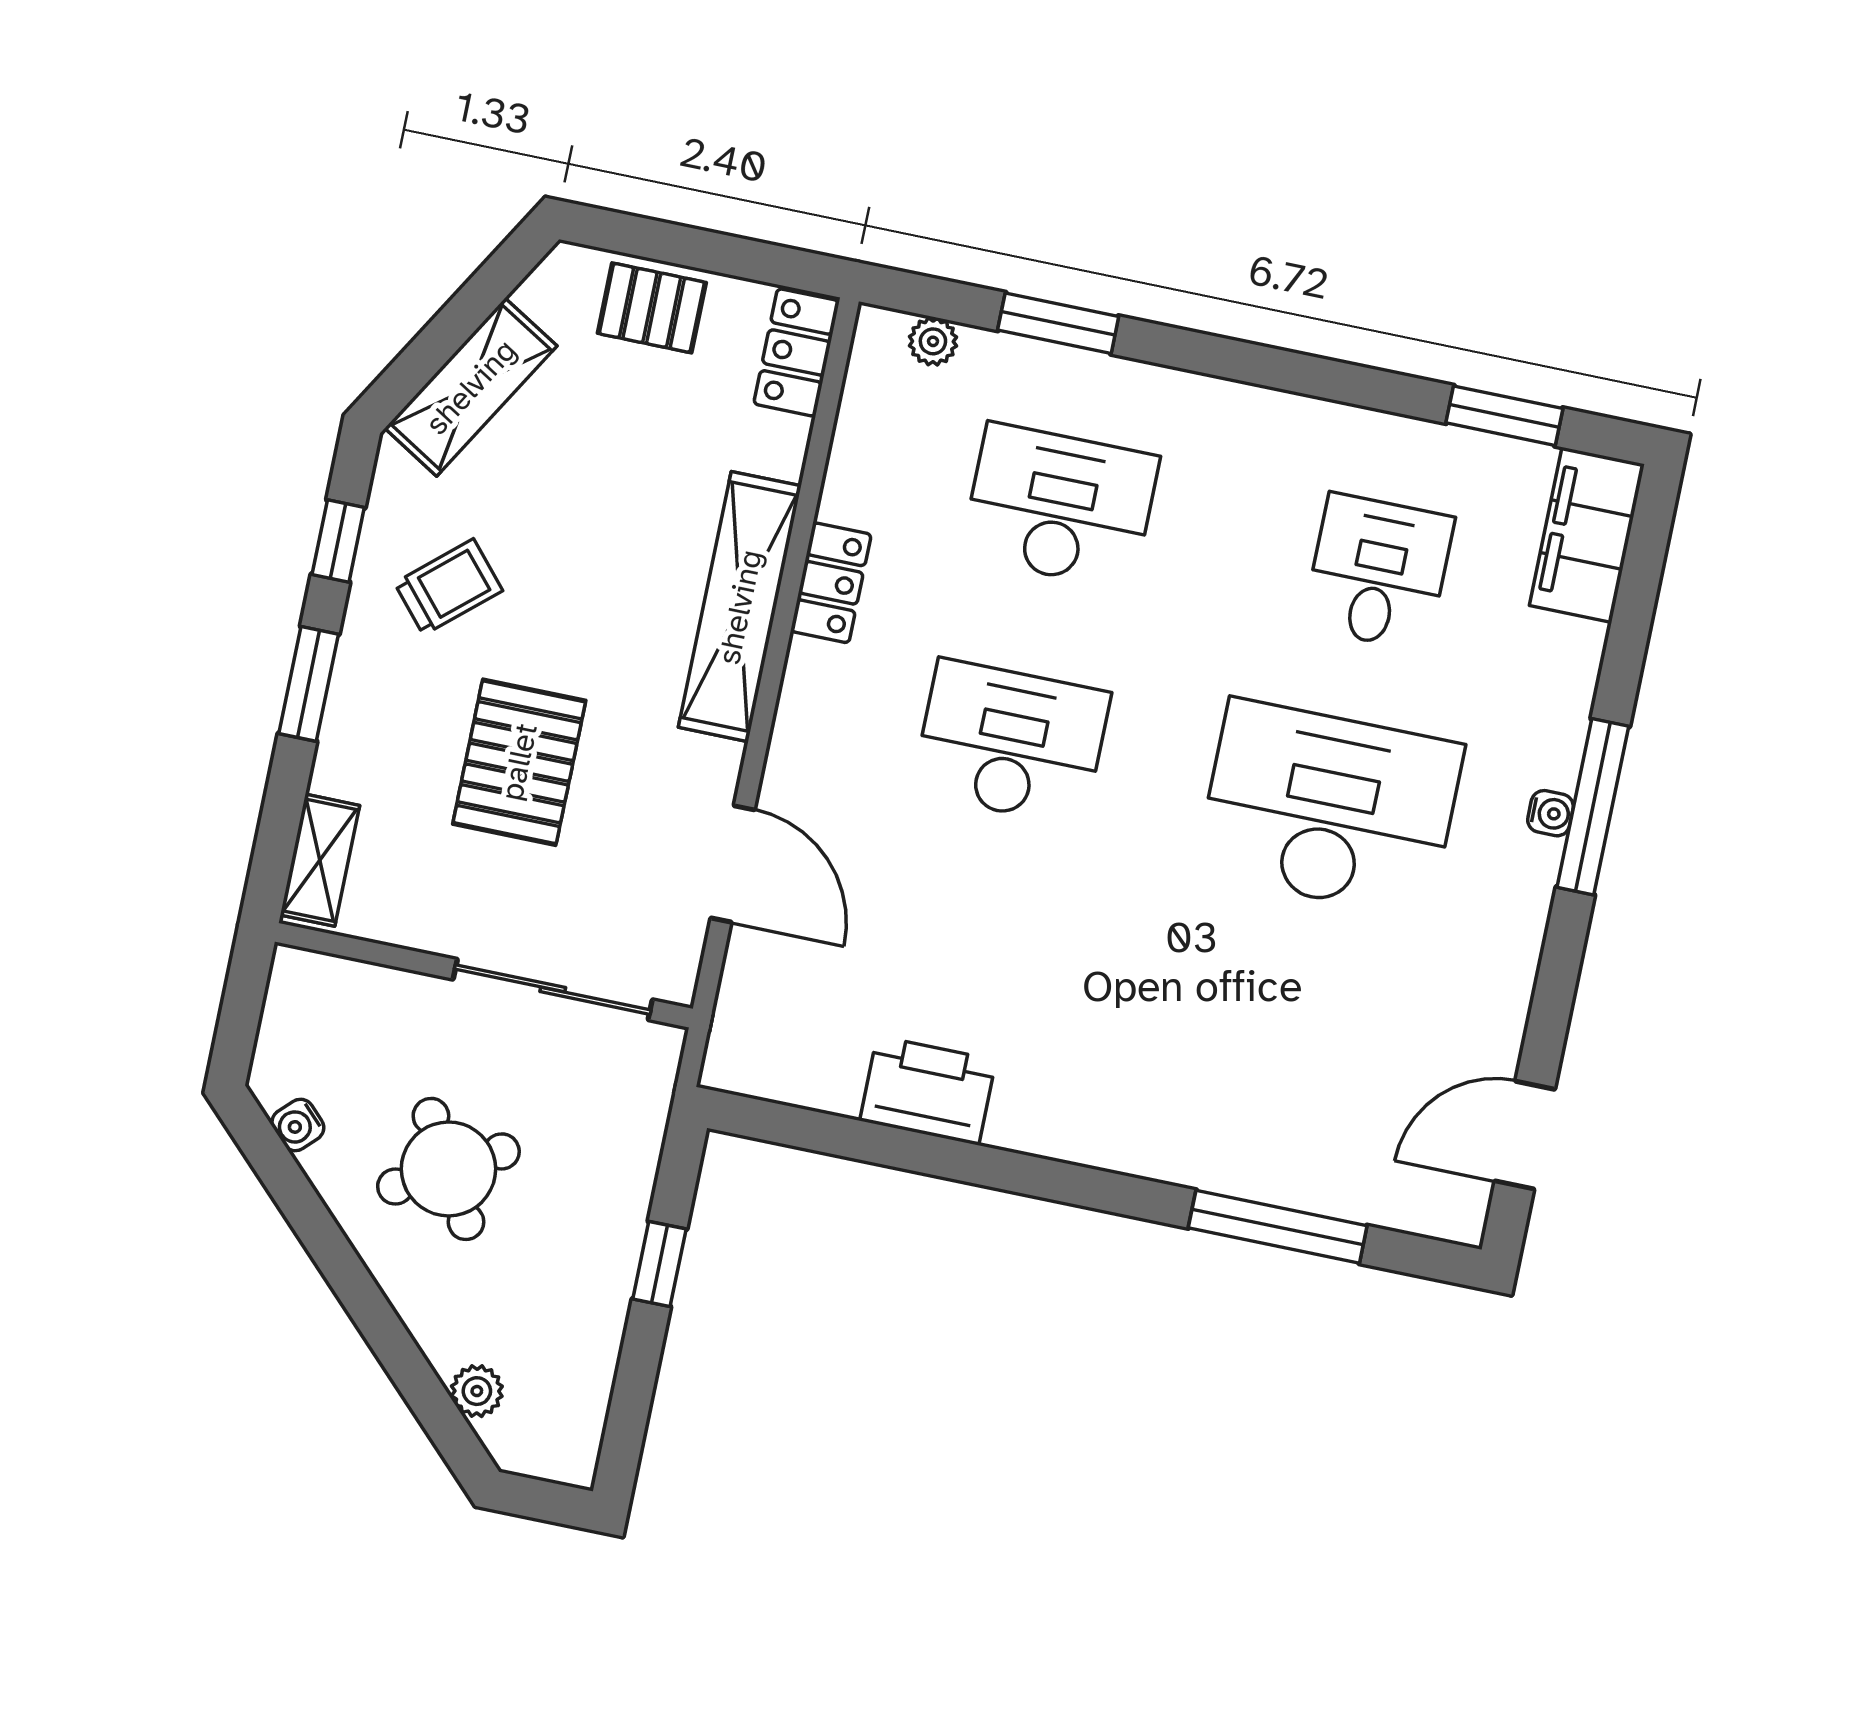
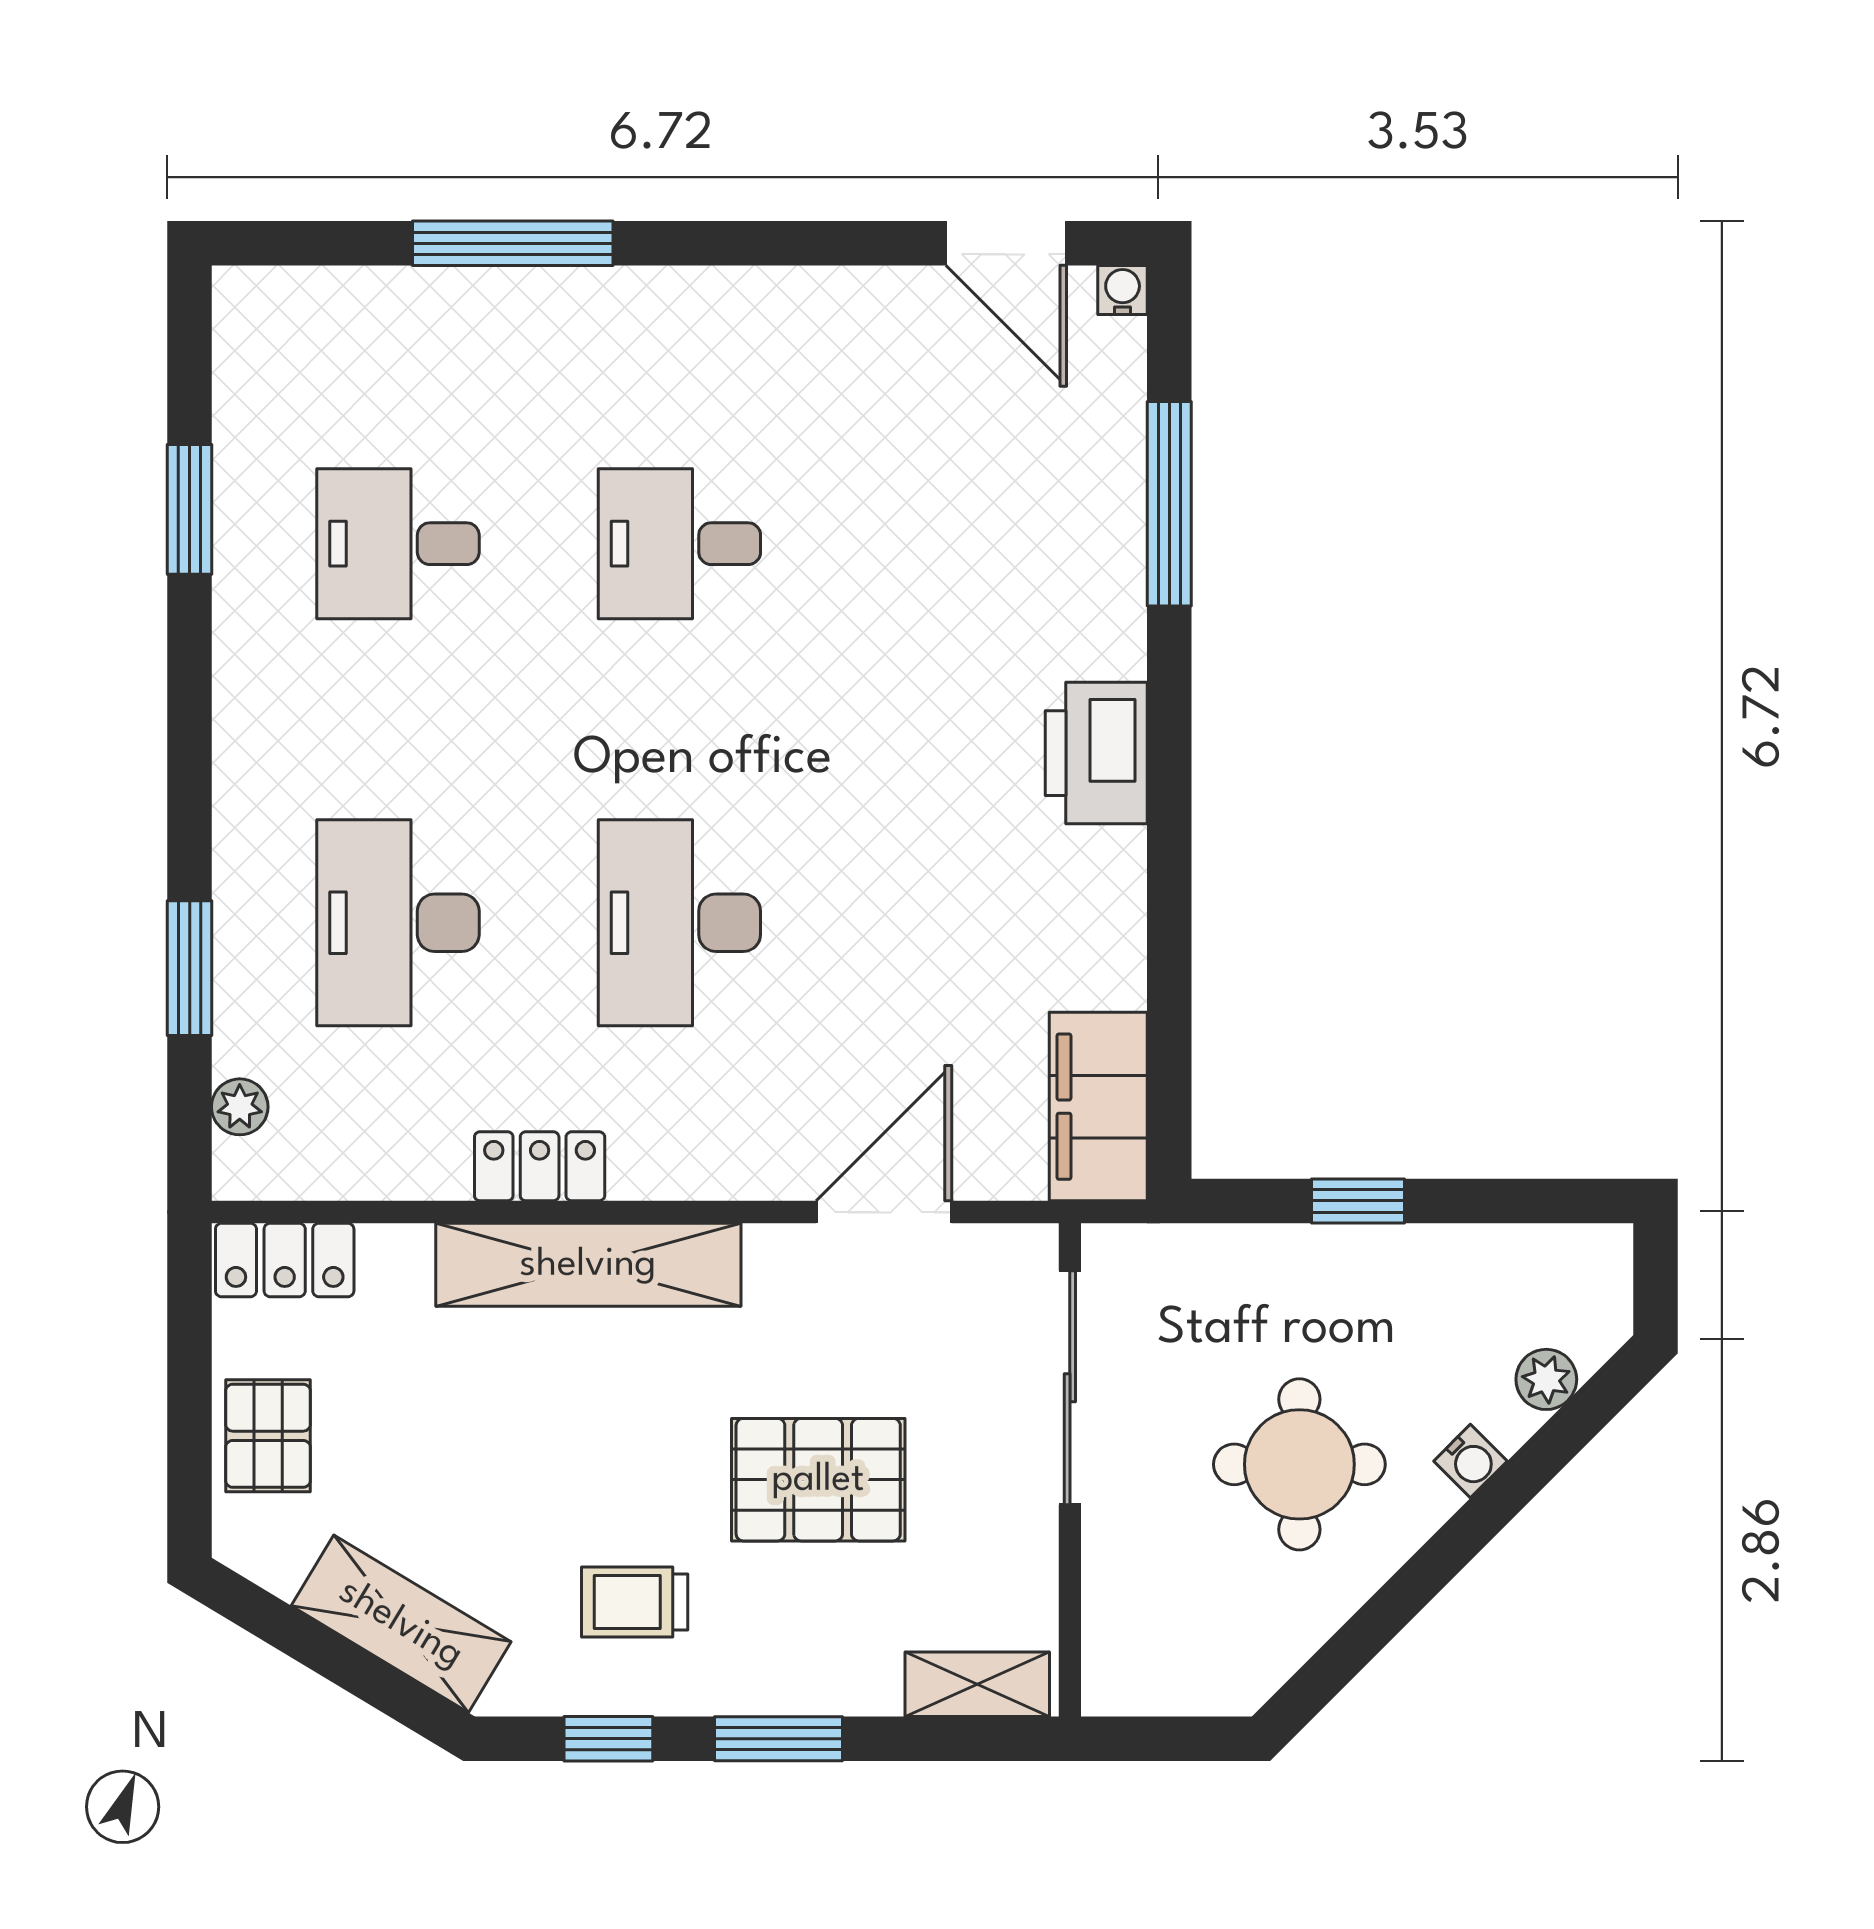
window: (1504, 416) -> (190, 509), moved
filing cabinet: (1587, 535) -> (1098, 1107), moved, turned 90
trolley: (449, 587) -> (635, 1602), turned -49
window: (1593, 807) -> (513, 243), moved
desk: (1329, 808) -> (679, 544), width x0.53, depth x0.77
water cooler: (1550, 813) -> (1123, 290), moved
printer: (928, 1090) -> (1096, 753), moved
water cooler: (298, 1125) -> (1470, 1461), moved
round table: (448, 1169) -> (1299, 1464), turned 30

